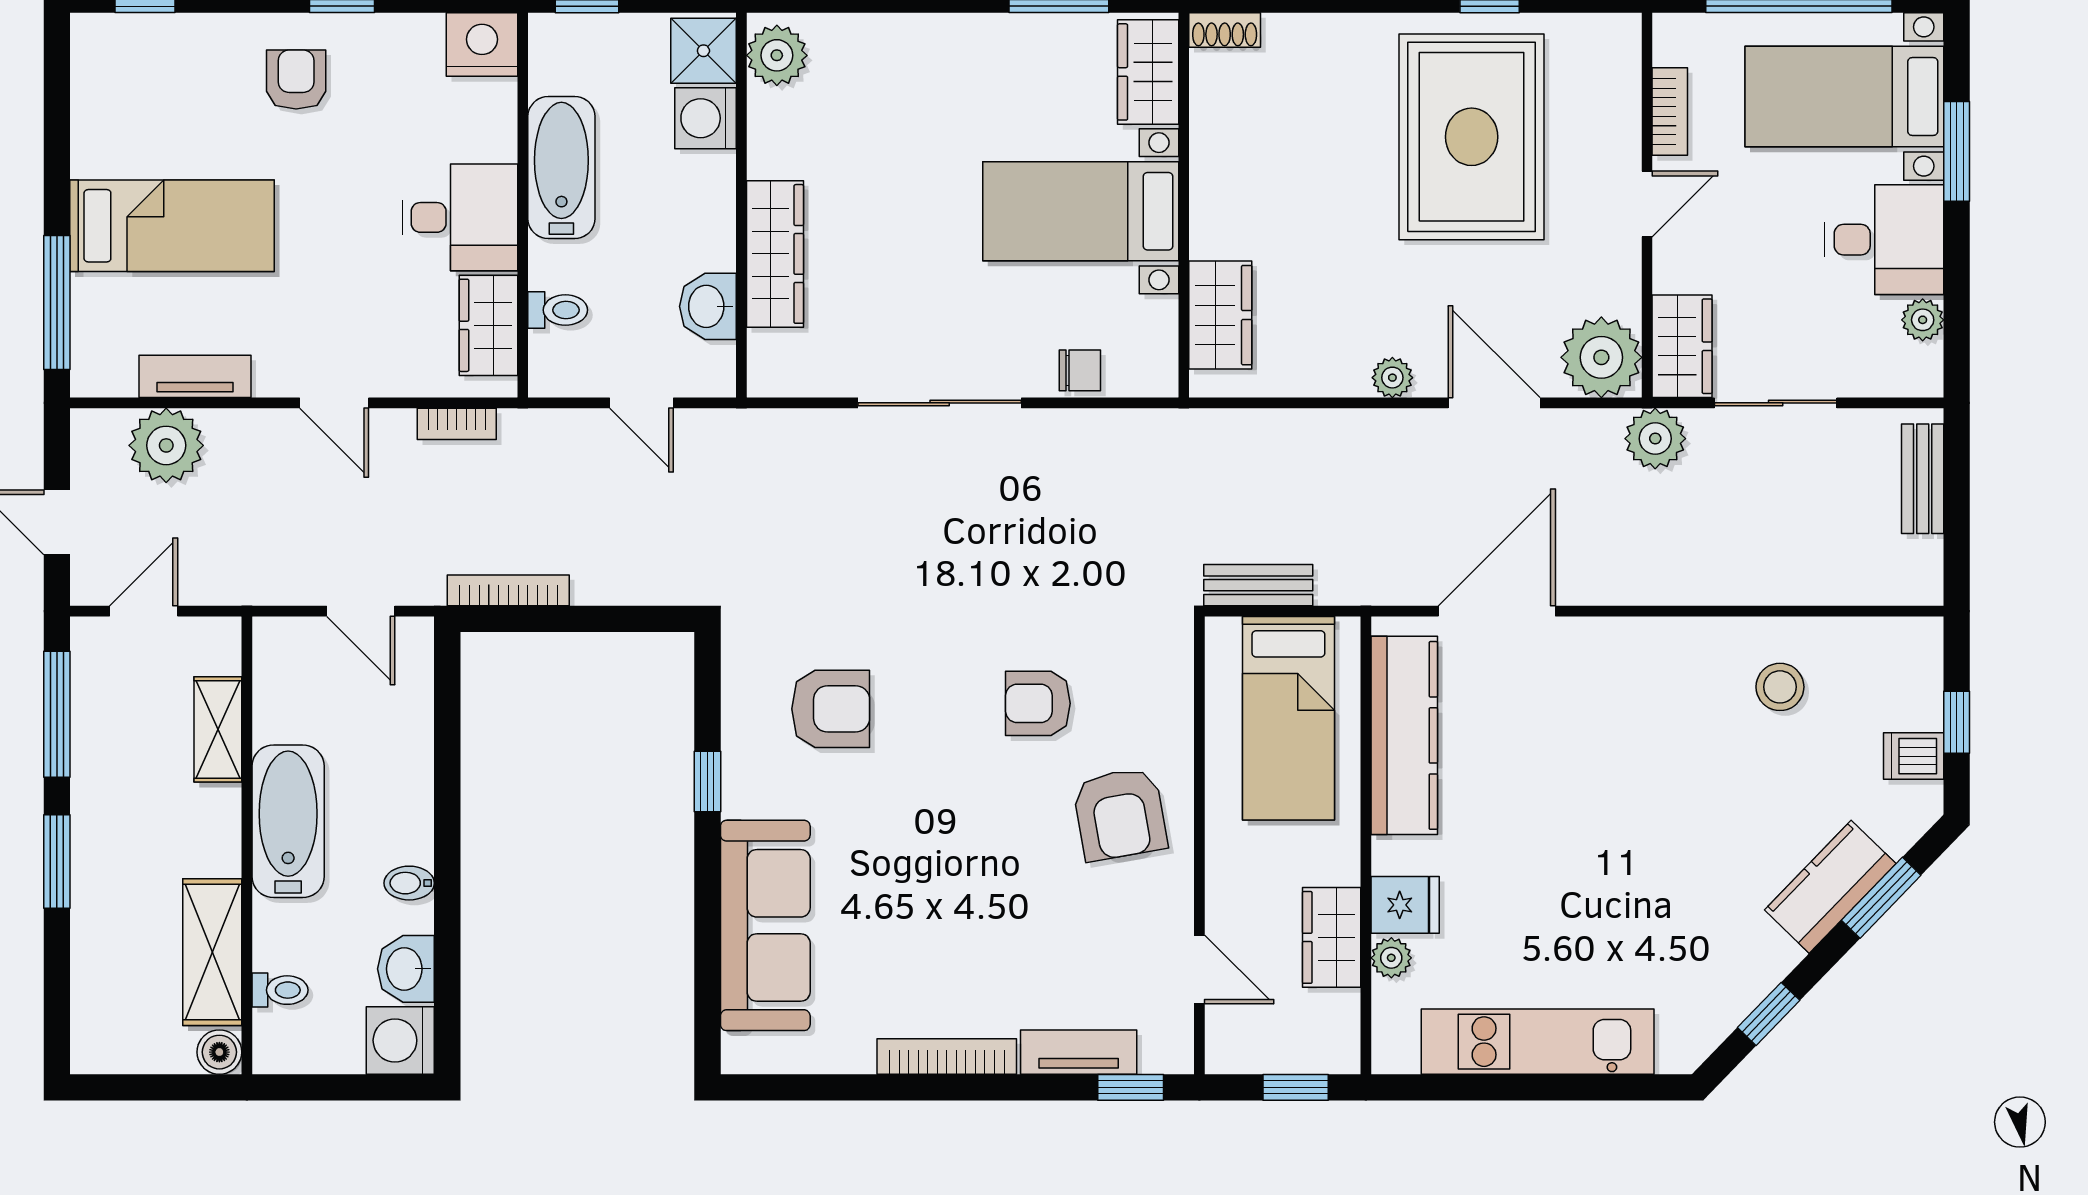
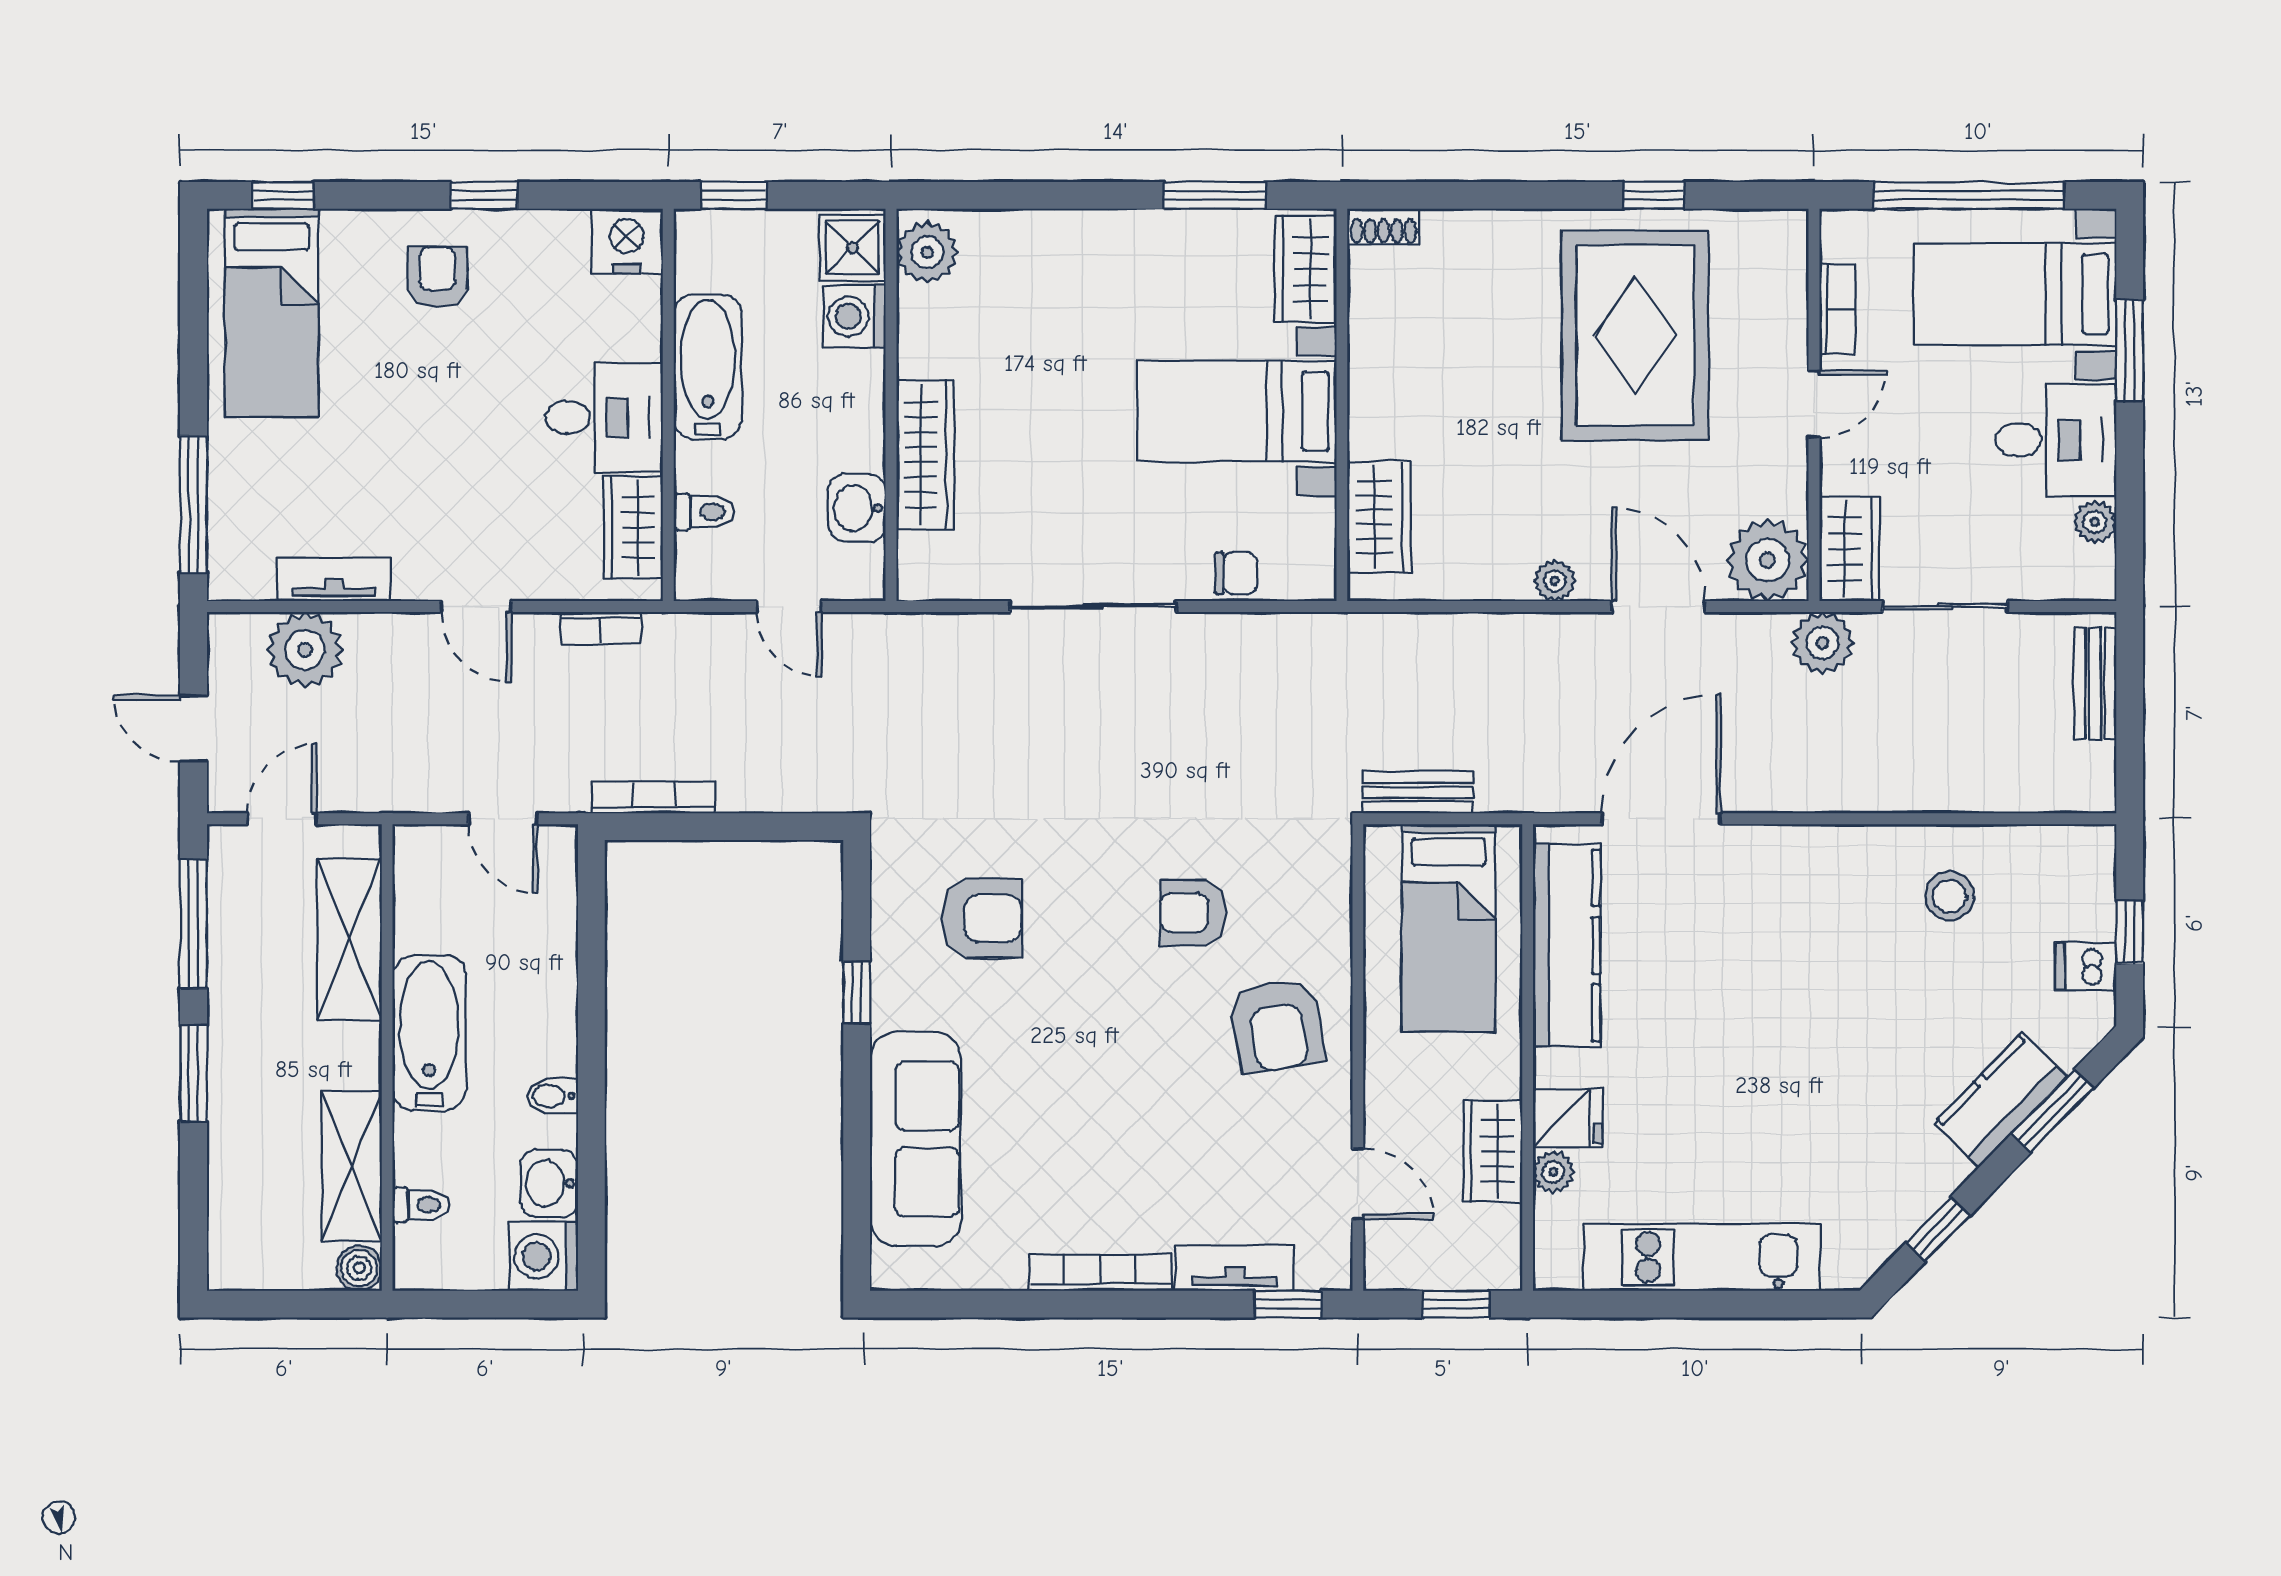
bed: (172, 226) -> (272, 313), moved, turned 90
shelving: (218, 729) -> (350, 939), width x1.50, depth x1.33

